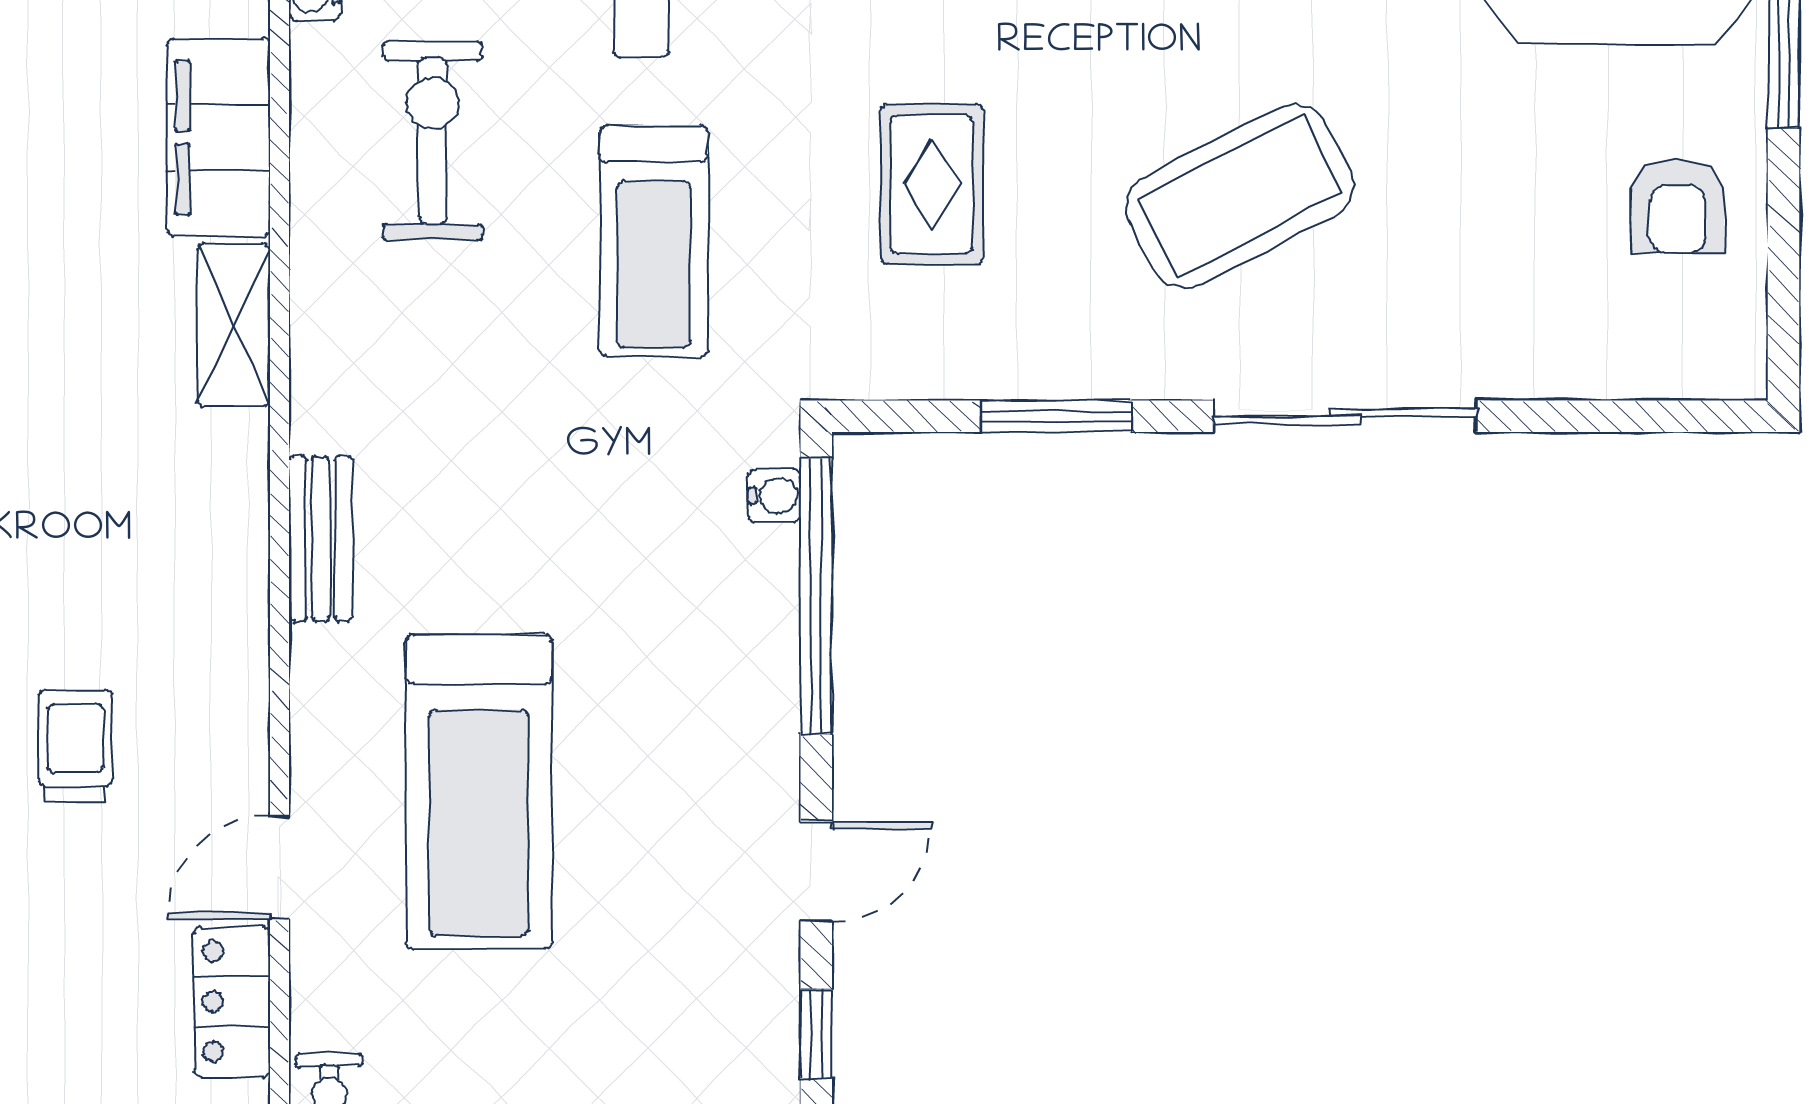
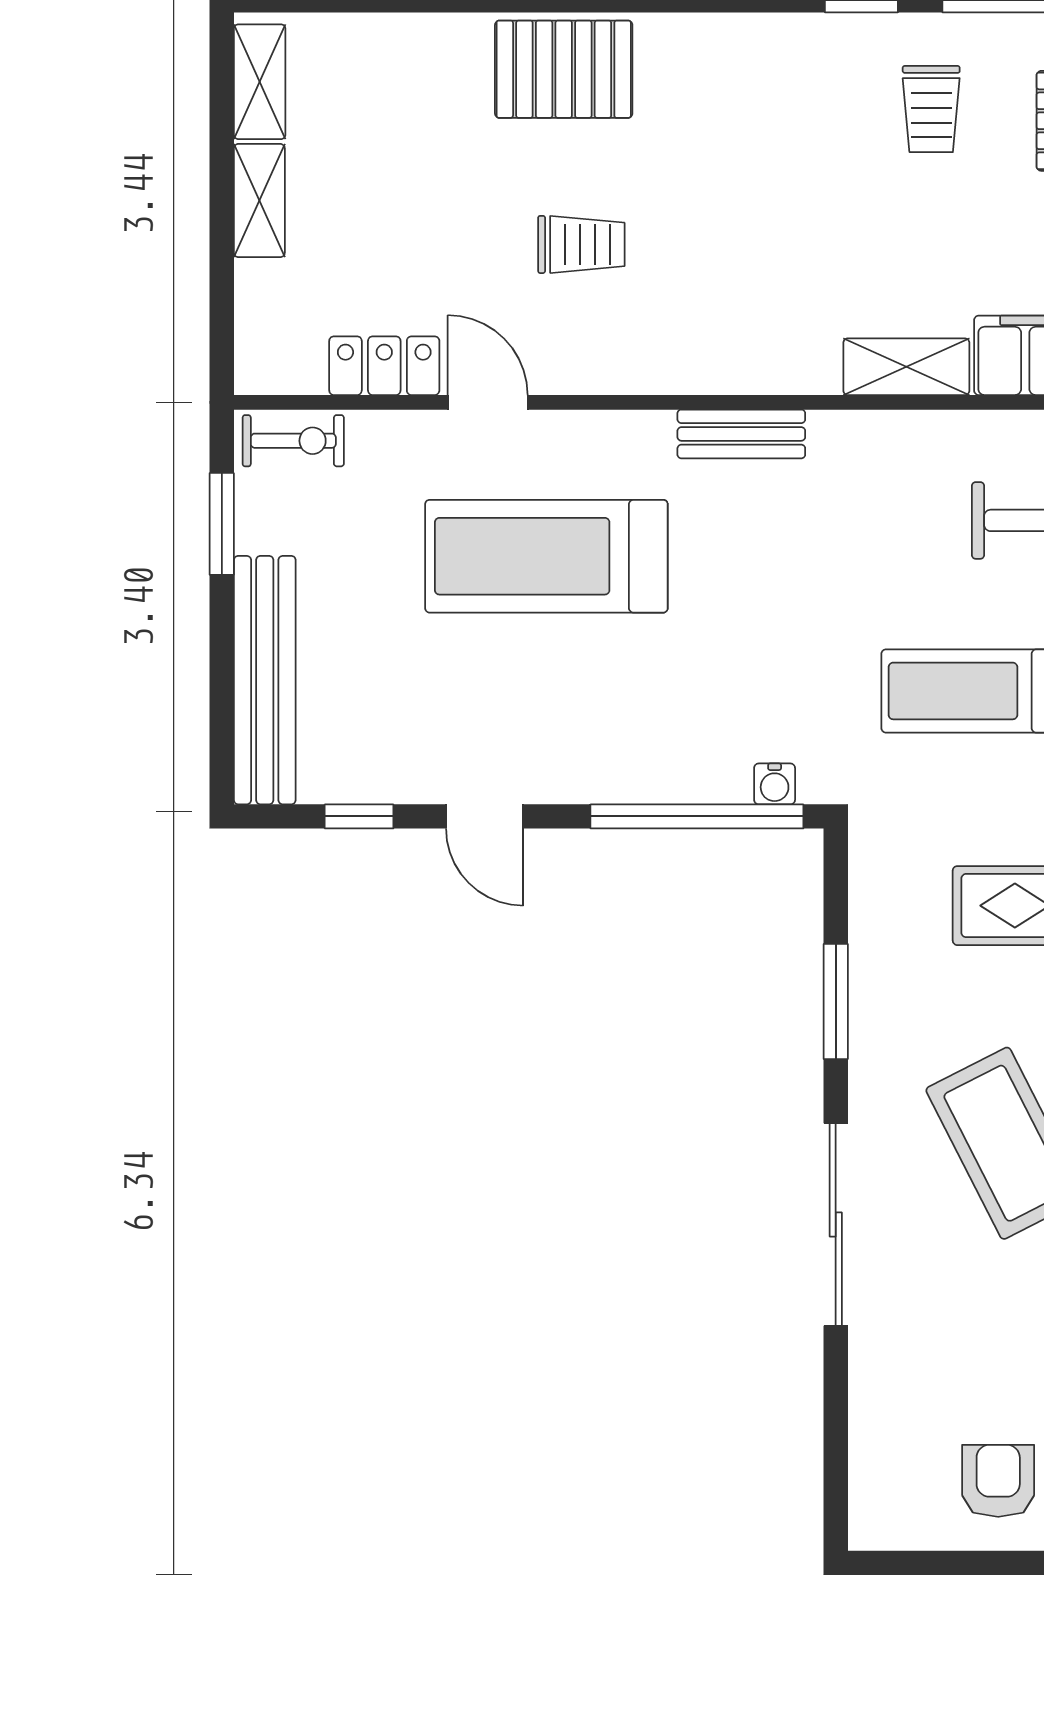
armchair: (1677, 206) -> (998, 1481), turned 90

